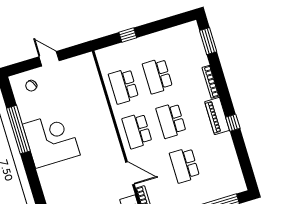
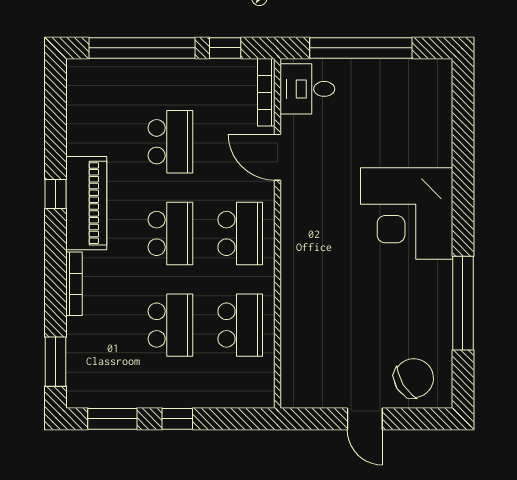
window: (172, 22) -> (112, 419), added
window: (128, 35) -> (177, 419), moved
chair: (31, 86) -> (414, 378), width x1.87, depth x1.87
piano: (217, 116) -> (86, 203), width x1.37, depth x1.33
corner desk: (51, 140) -> (407, 214), moved

